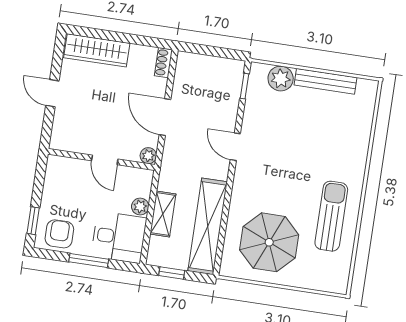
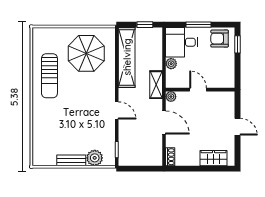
wardrobe: (97, 50) -> (214, 158), width x0.67
bench: (325, 81) -> (71, 160), width x0.73
shelving: (163, 214) -> (156, 85), moved
armchair: (59, 234) -> (220, 39), turned 90

